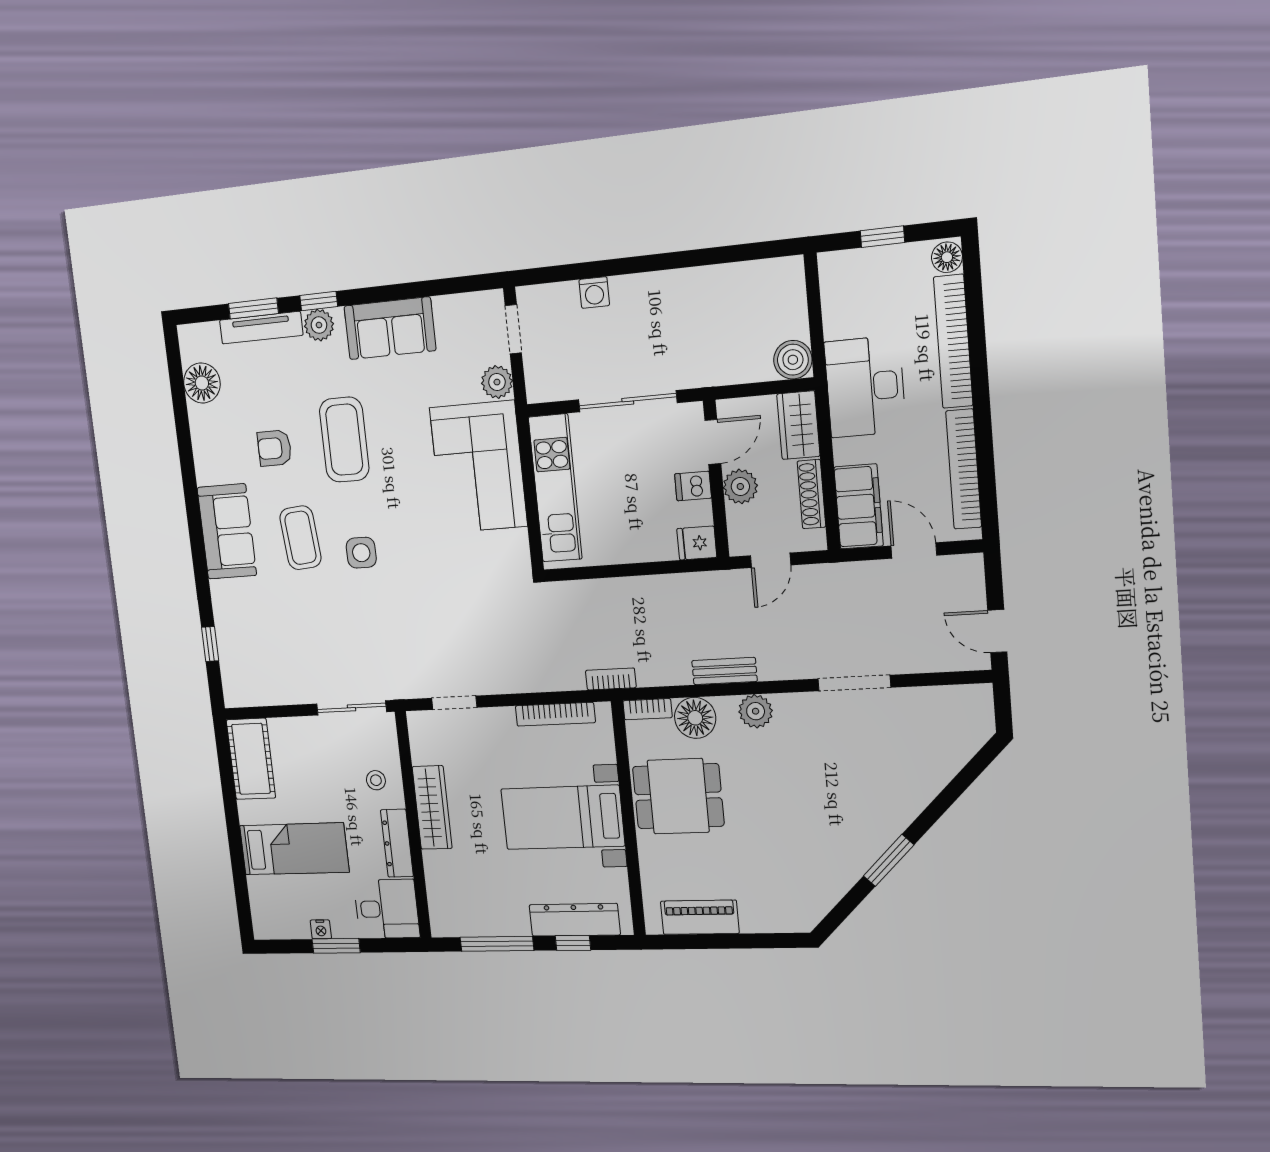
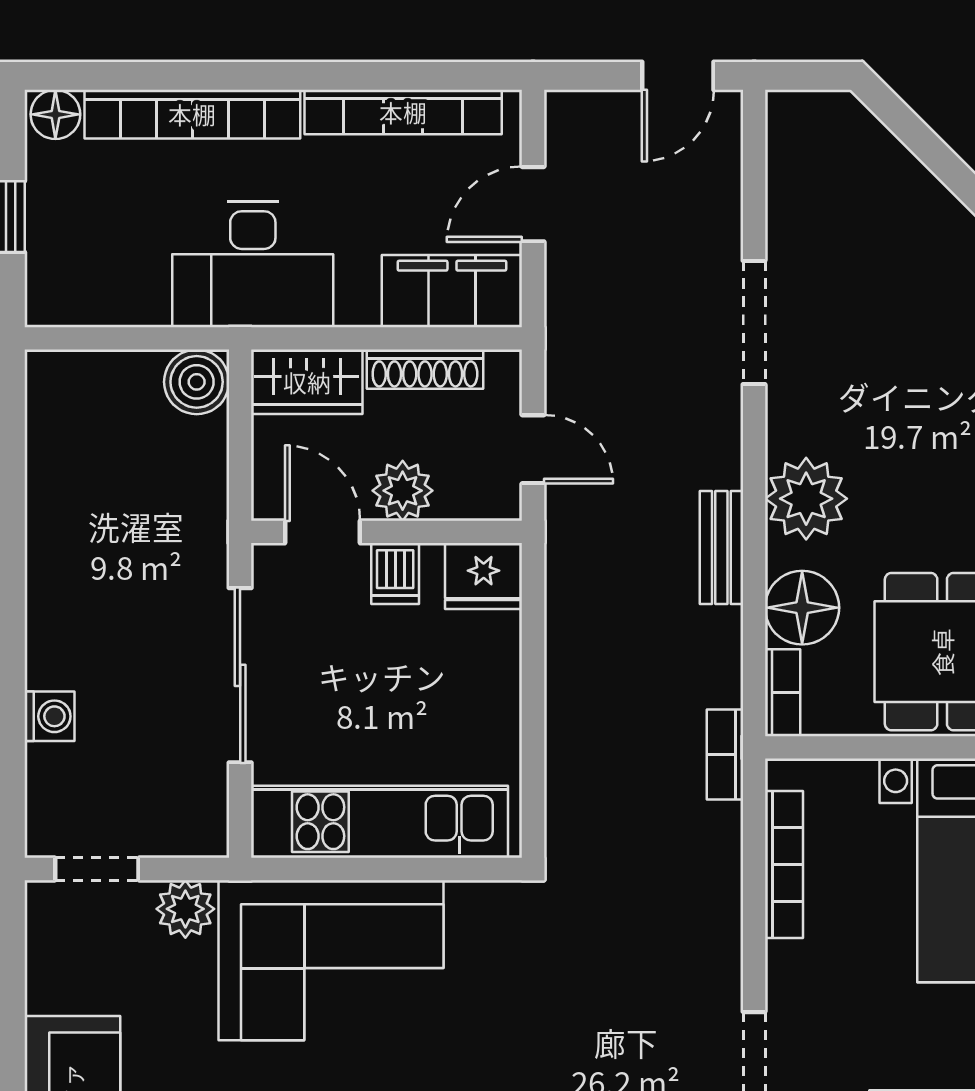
fridge: (697, 543) -> (484, 576), width x1.38
plant: (756, 711) -> (806, 499), width x1.36, depth x1.36

